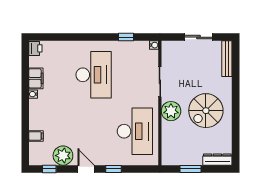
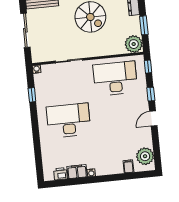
sliding door: (198, 37) -> (25, 30), width x1.37
printer: (35, 48) -> (60, 174), moved
plant: (171, 111) -> (134, 44), moved
plant: (63, 156) -> (145, 156), moved
window: (49, 169) -> (148, 67), moved

